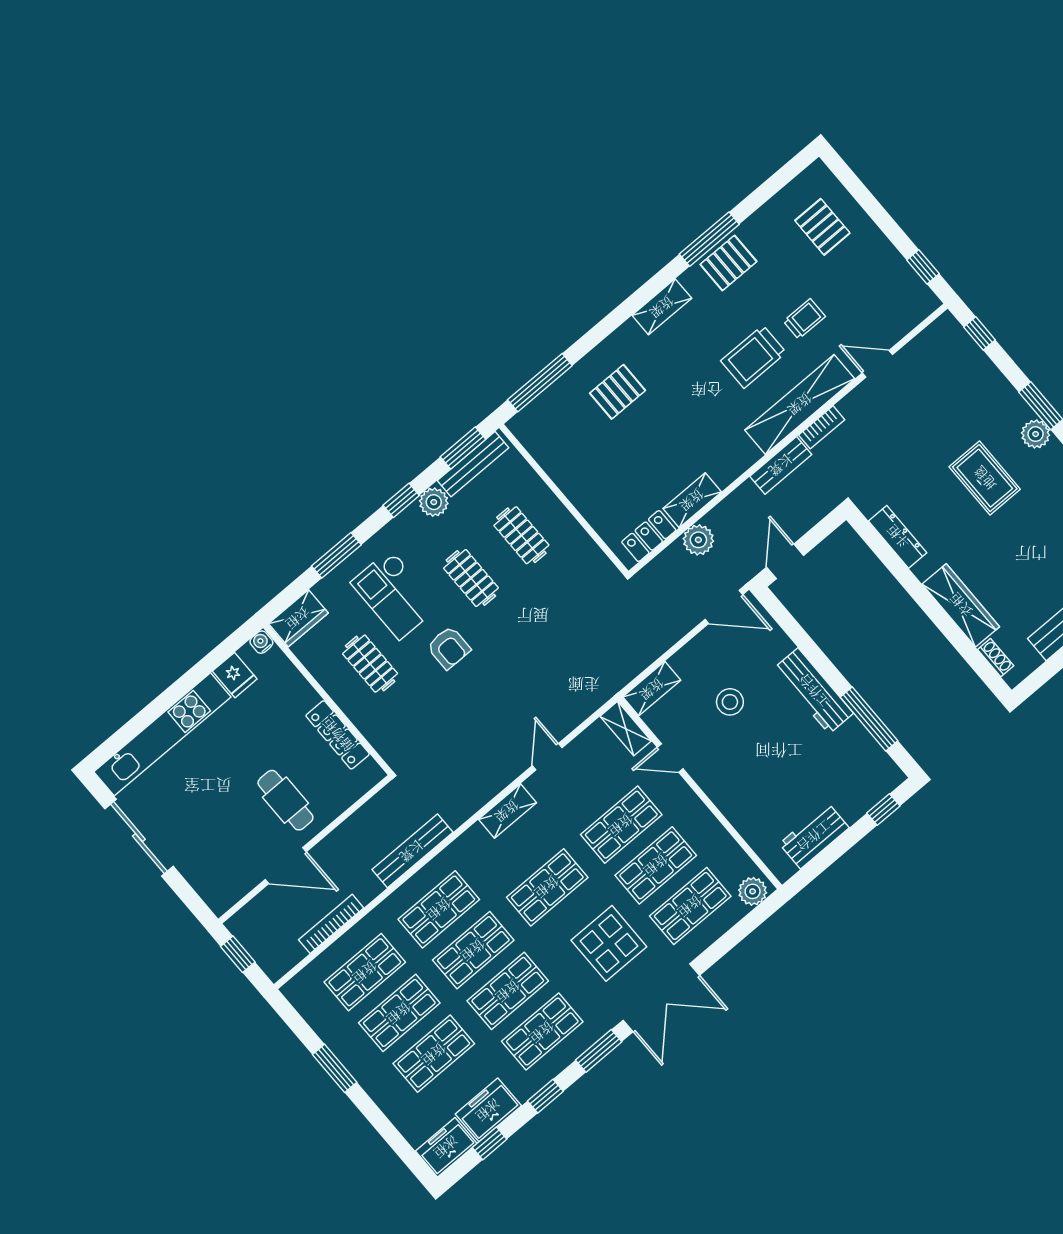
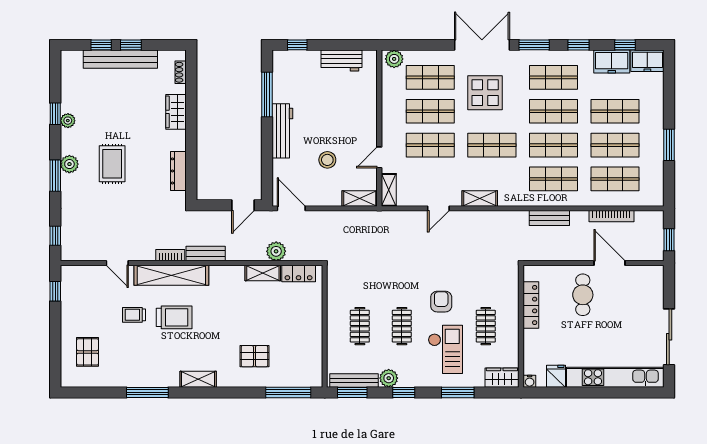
pallet: (728, 263) -> (148, 373), removed
wardrobe: (961, 605) -> (176, 112), width x0.67
door: (670, 758) -> (379, 157), swing flipped
bench: (412, 851) -> (549, 218), width x0.73

